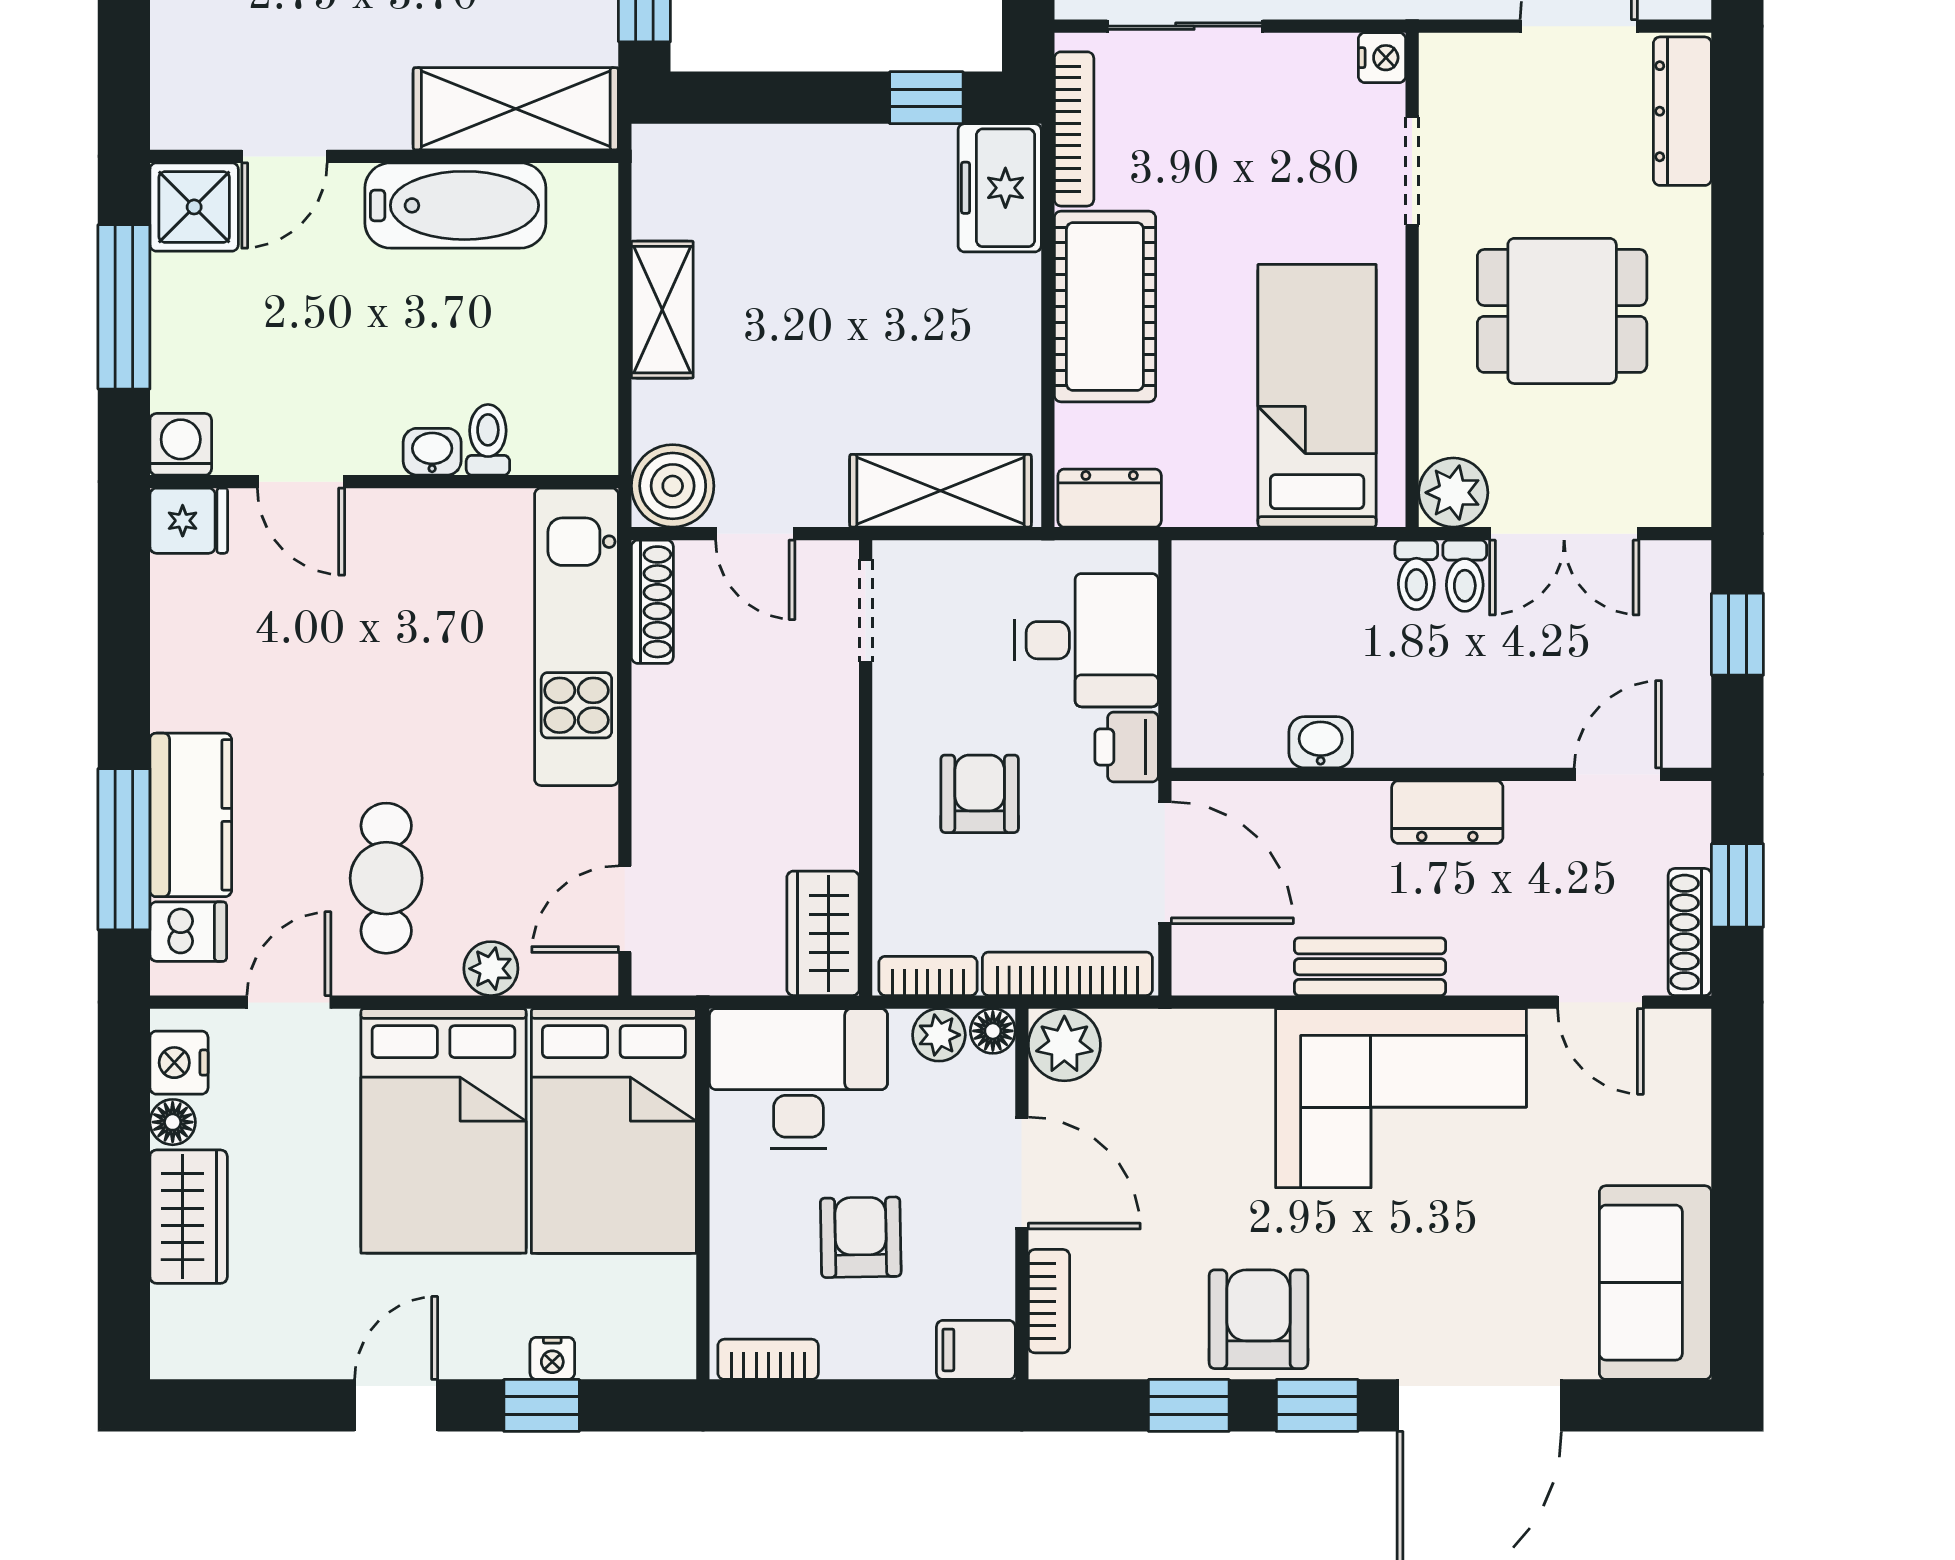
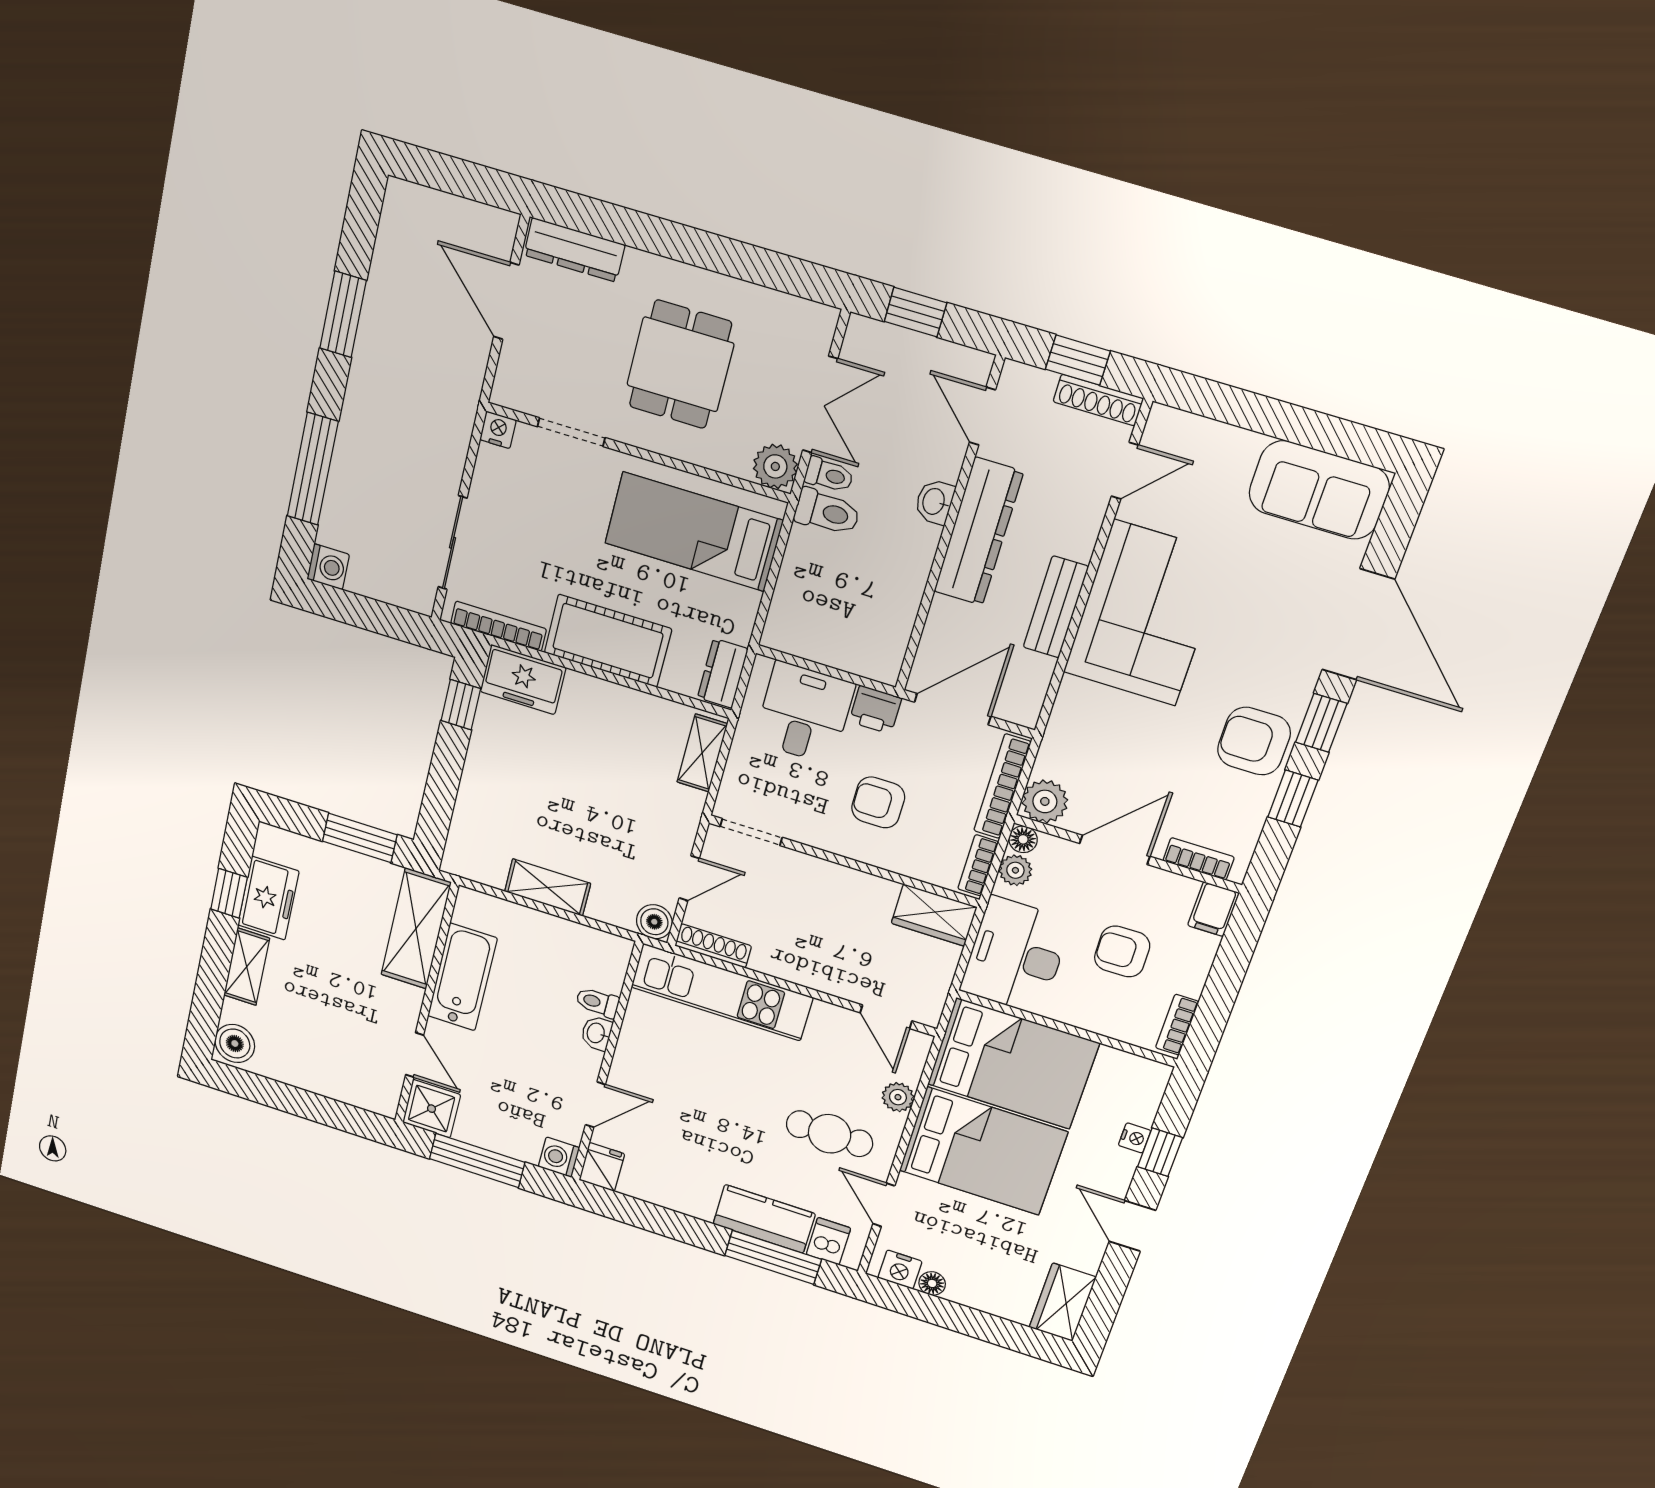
boiler: (673, 486) -> (654, 922), width x0.73, depth x0.73
shelving: (940, 491) -> (702, 753), width x0.67, depth x0.75
toilet: (1416, 575) -> (827, 512), width x1.37, depth x1.39
washbasin: (1321, 742) -> (935, 502), moved
dresser: (1447, 812) -> (979, 532), width x1.96, depth x1.24
wardrobe: (189, 1217) -> (1063, 1302), moved, turned -90

